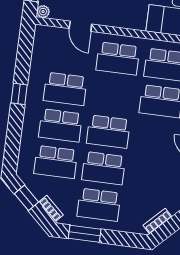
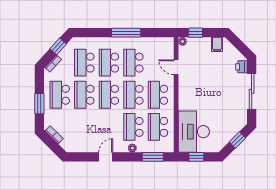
door: (80, 26) -> (176, 67), hinge flipped
window: (19, 94) -> (126, 33), width x2.17
school desk: (113, 95) -> (133, 95), added
window: (85, 234) -> (39, 104), moved

